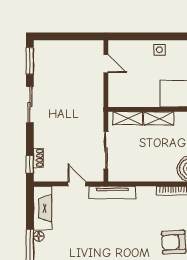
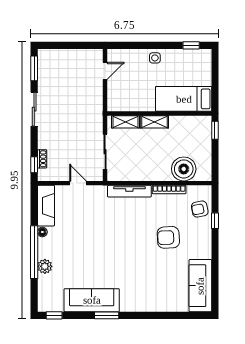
door: (106, 64) -> (105, 71), hinge flipped
tv unit: (112, 193) -> (129, 191), moved

